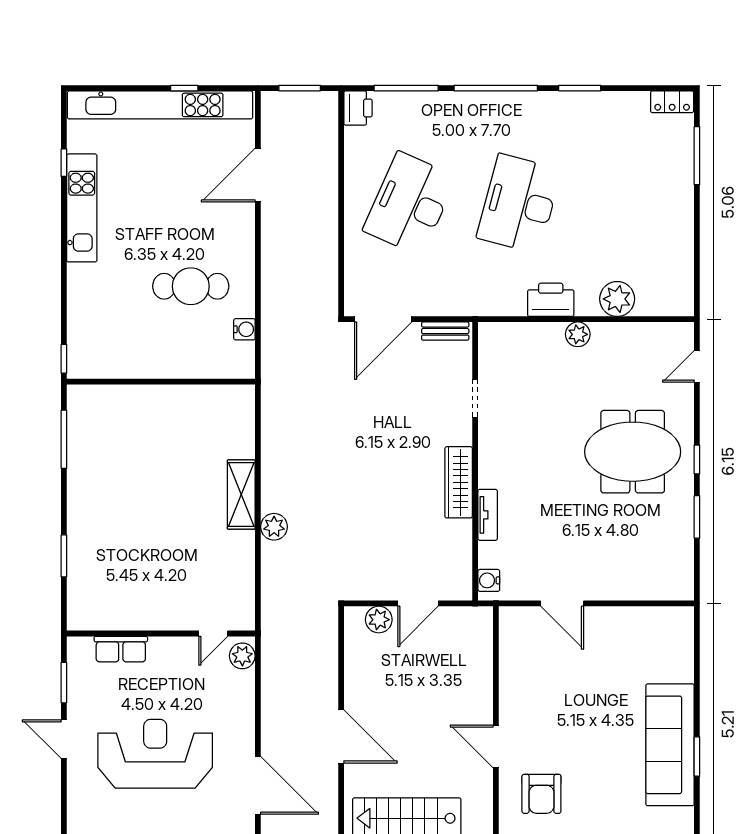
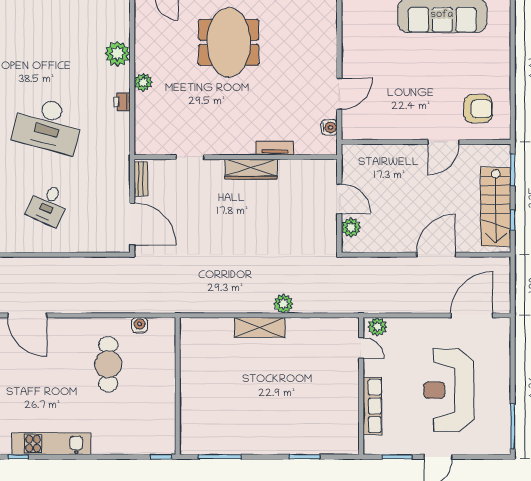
desk: (410, 204) -> (48, 205), width x0.53, depth x0.77
printer: (551, 300) -> (122, 102), width x0.53, depth x0.68
water cooler: (489, 580) -> (329, 127), moved, turned -90
row of seats: (121, 649) -> (372, 406), width x1.48

